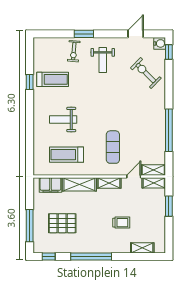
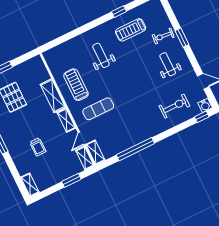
weight bench: (103, 60) -> (168, 64), turned 90
exercise bike: (146, 73) -> (174, 106), turned 45
treadmill: (53, 79) -> (131, 30), turned 90
treadmill: (67, 155) -> (76, 85), moved
door: (134, 177) -> (82, 139), swing flipped
filing cabinet: (50, 185) -> (40, 72), removed
shelving: (142, 248) -> (30, 185), moved

